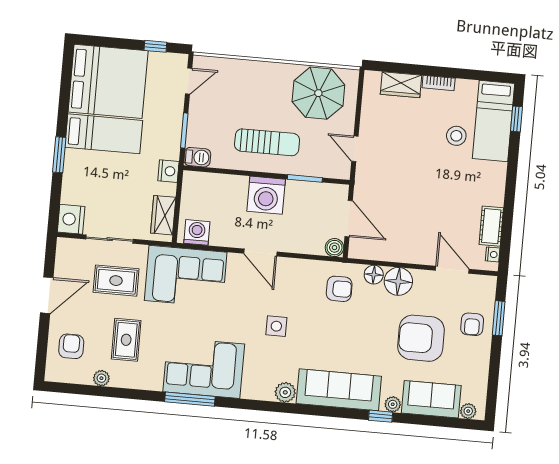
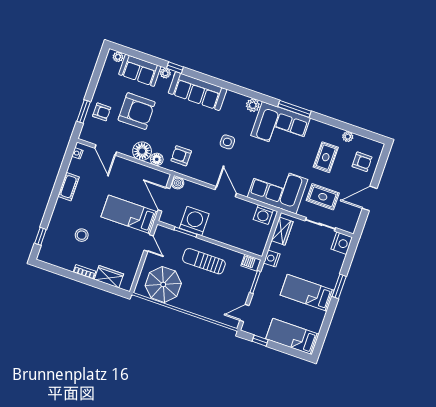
bed: (108, 81) -> (292, 337), width x0.49
bed: (493, 121) -> (129, 214), moved, turned -90
washing machine: (266, 195) -> (194, 221), moved
cot: (491, 226) -> (69, 187), moved
armchair: (472, 324) -> (102, 112), turned 90
armchair: (71, 346) -> (362, 162), turned -90
plant: (285, 392) -> (253, 105), moved

